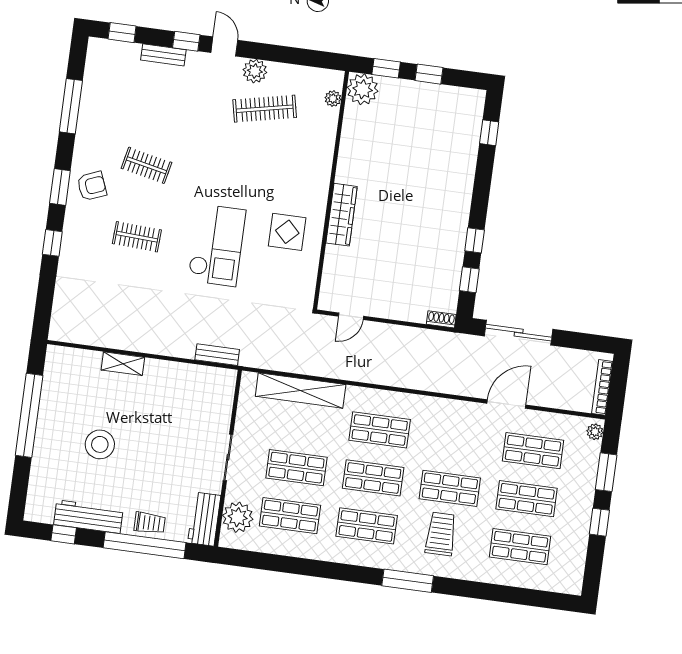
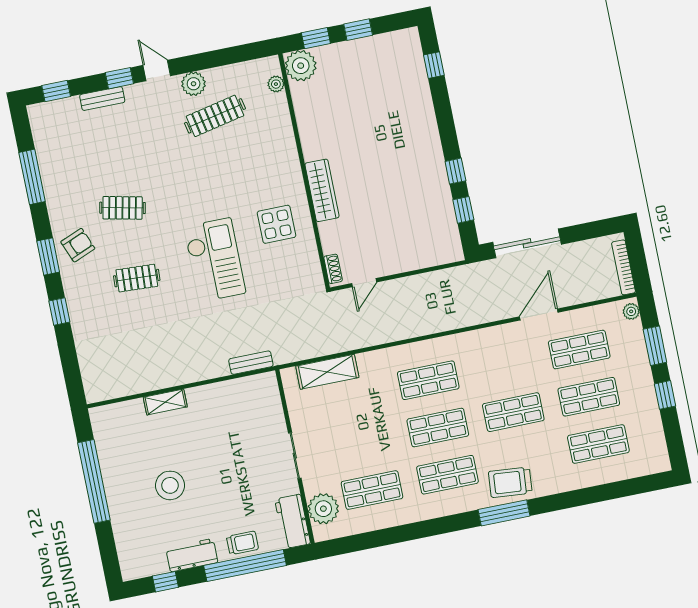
shoe rack: (441, 319) -> (333, 269), moved, turned 90
shelving: (301, 390) -> (327, 372), width x0.68
shop shelf: (296, 468) -> (362, 443), removed
workbench: (88, 517) -> (192, 555), width x0.73
trolley: (441, 534) -> (510, 482), moved, turned -85

